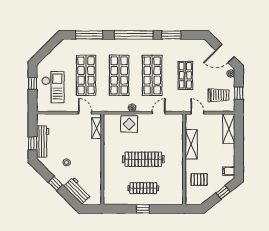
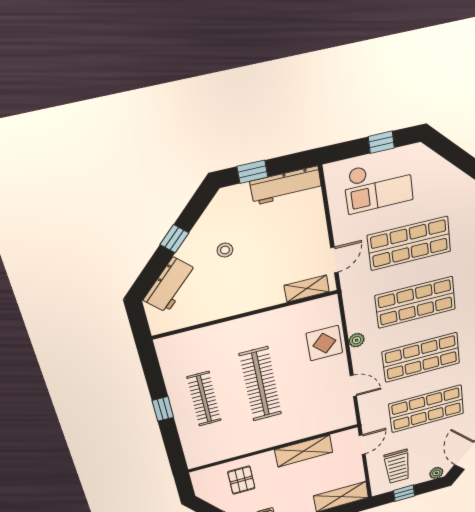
shop shelf: (185, 75) -> (426, 409), width x1.43, depth x1.36
workbench: (43, 141) -> (286, 186), moved

